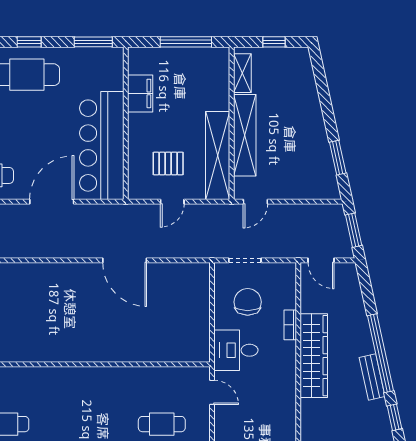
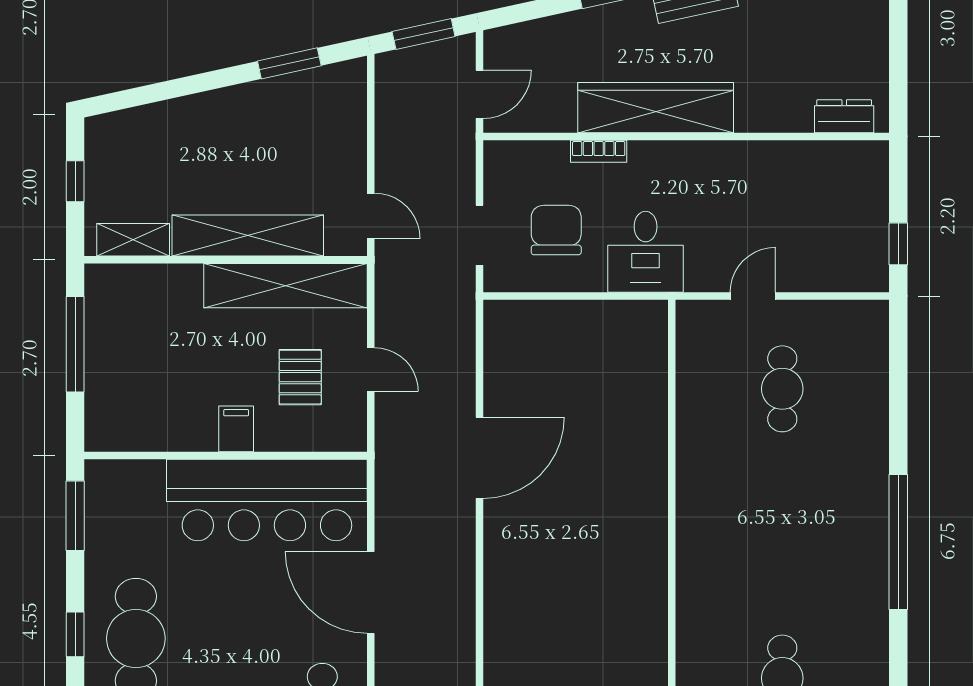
filing cabinet: (140, 93) -> (236, 429), moved, width x0.50
chair: (248, 302) -> (556, 230), turned 90
door: (212, 392) -> (753, 296), moved

